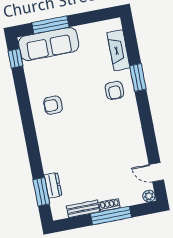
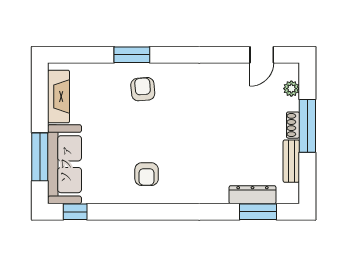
fireplace: (118, 50) -> (59, 96), moved, turned -90
armchair: (114, 90) -> (143, 89), turned -95
dresser: (53, 185) -> (252, 195), width x1.44
plant: (149, 196) -> (291, 89), moved

